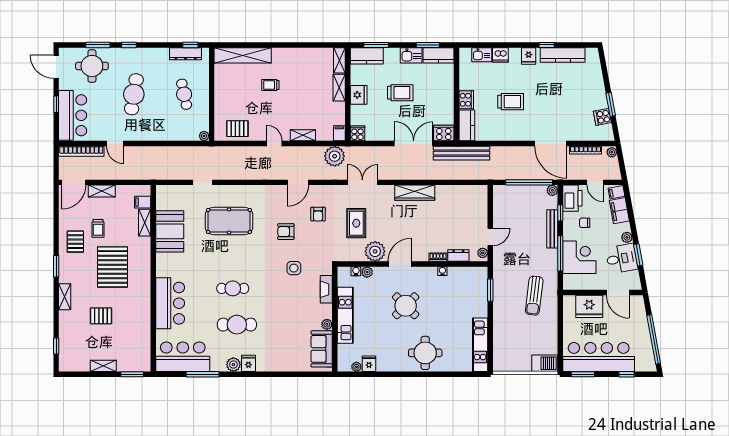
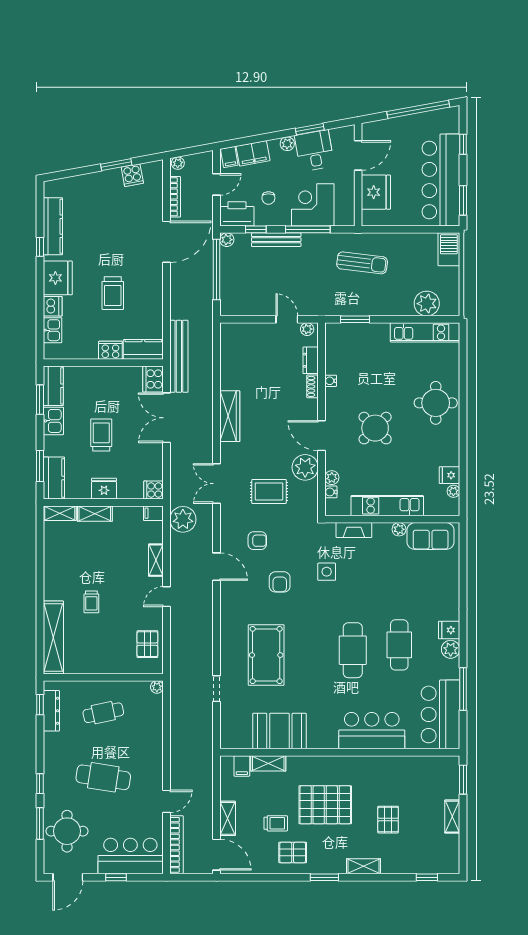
fridge: (529, 56) -> (58, 278), width x1.88, depth x1.34
trolley: (511, 102) -> (113, 293), turned 180
cafe table: (233, 288) -> (353, 650), width x1.37, depth x1.35
plant: (503, 346) -> (427, 304), added

